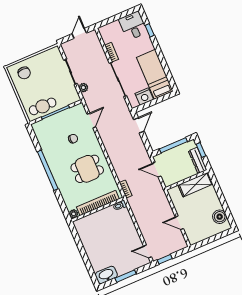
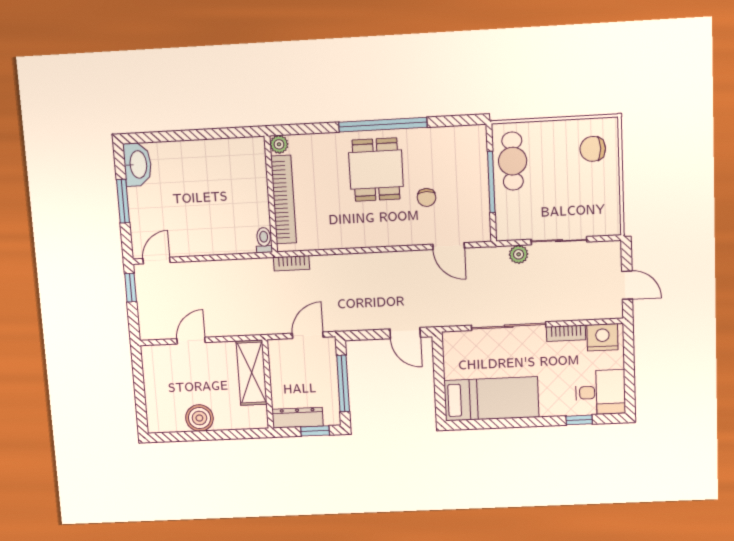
nightstand: (144, 97) -> (603, 337), moved, turned 90
dining table: (87, 169) -> (376, 170), moved
shelving: (195, 185) -> (252, 373), moved
boiler: (220, 217) -> (199, 418), moved

